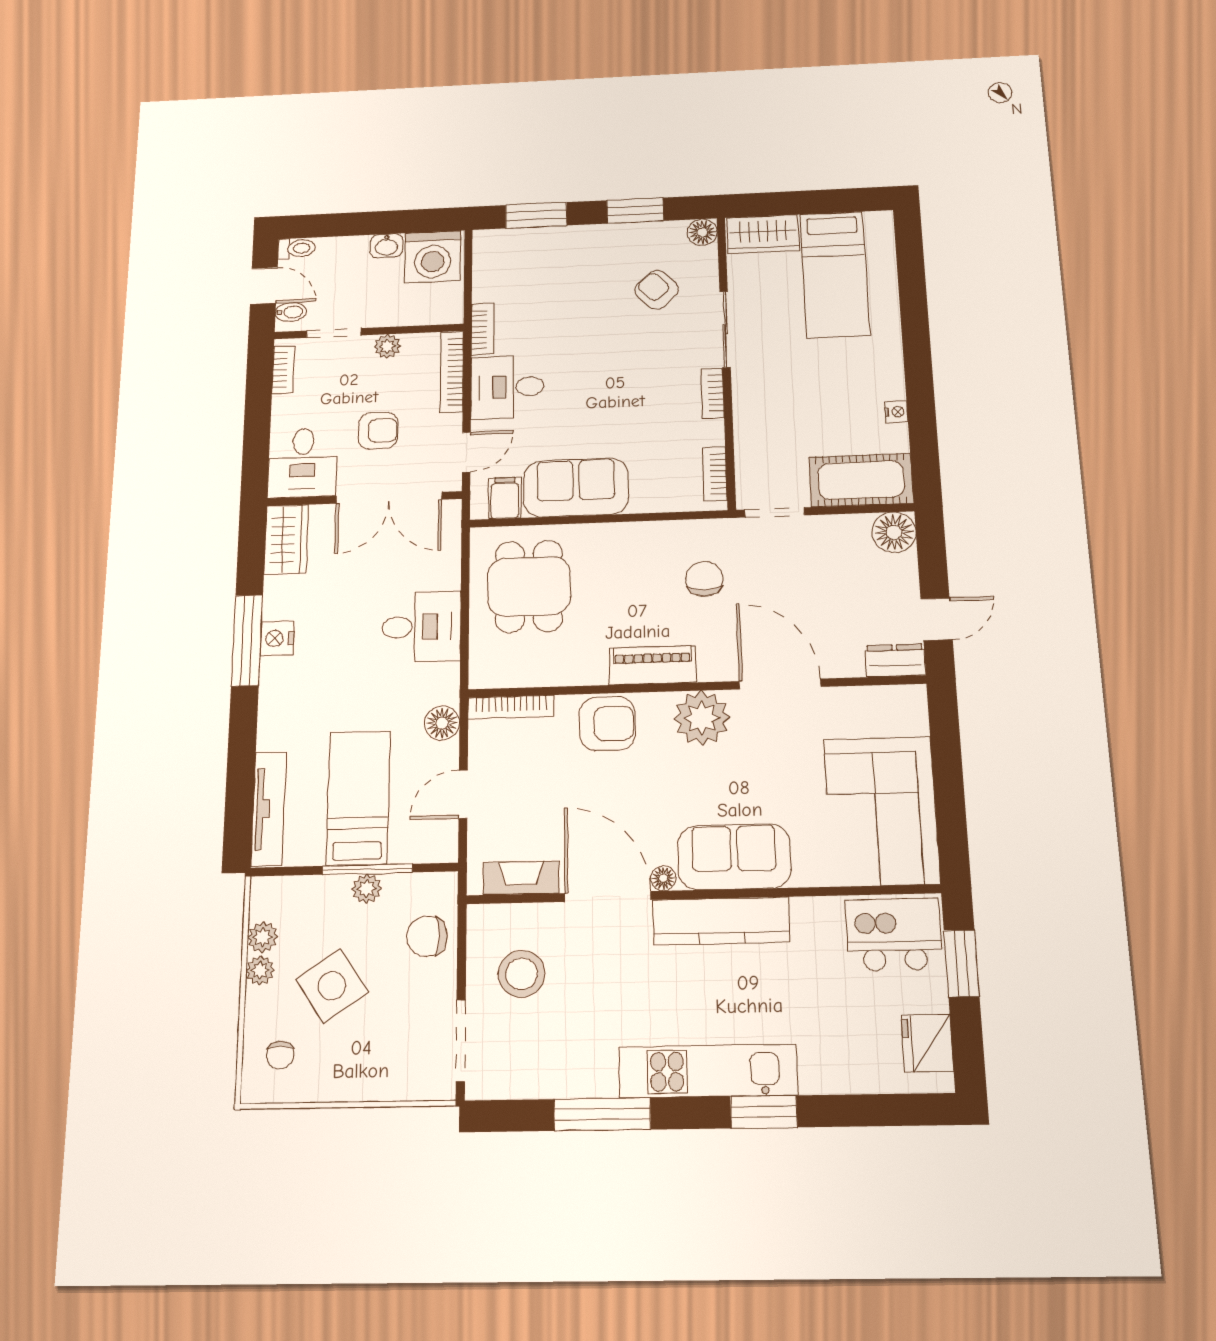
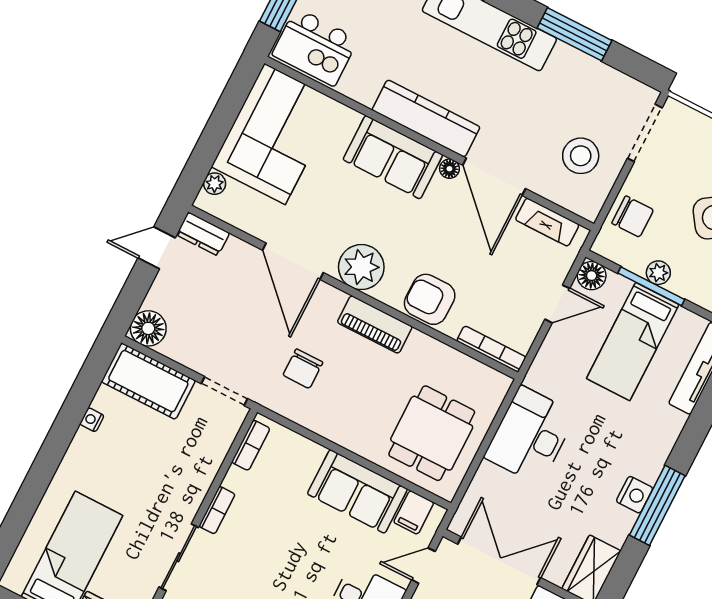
desk: (421, 627) -> (530, 435), width x1.37
plant: (915, 721) -> (215, 184), added
floor lamp: (442, 723) -> (592, 276), moved

